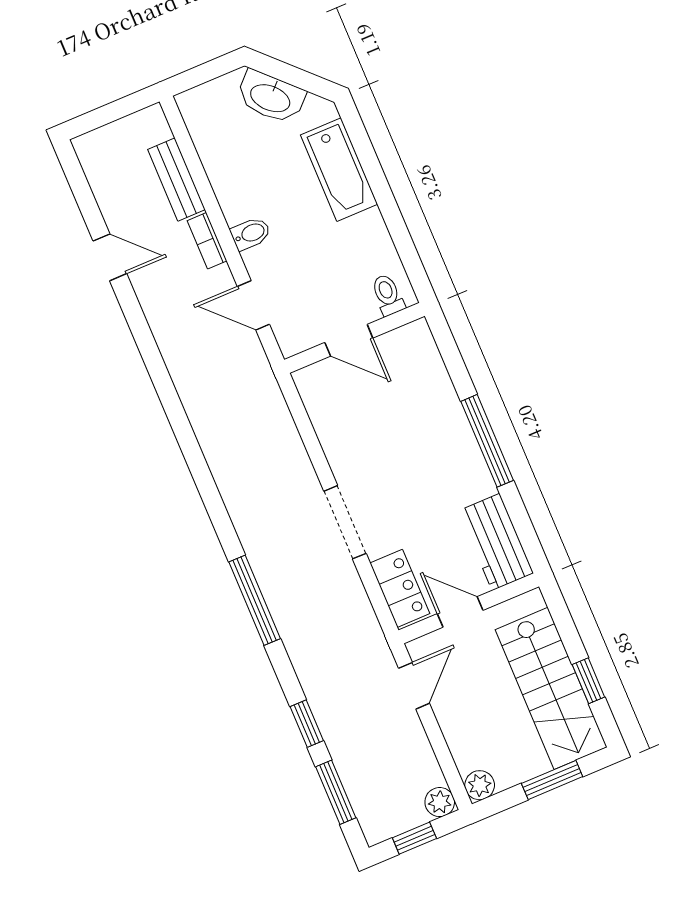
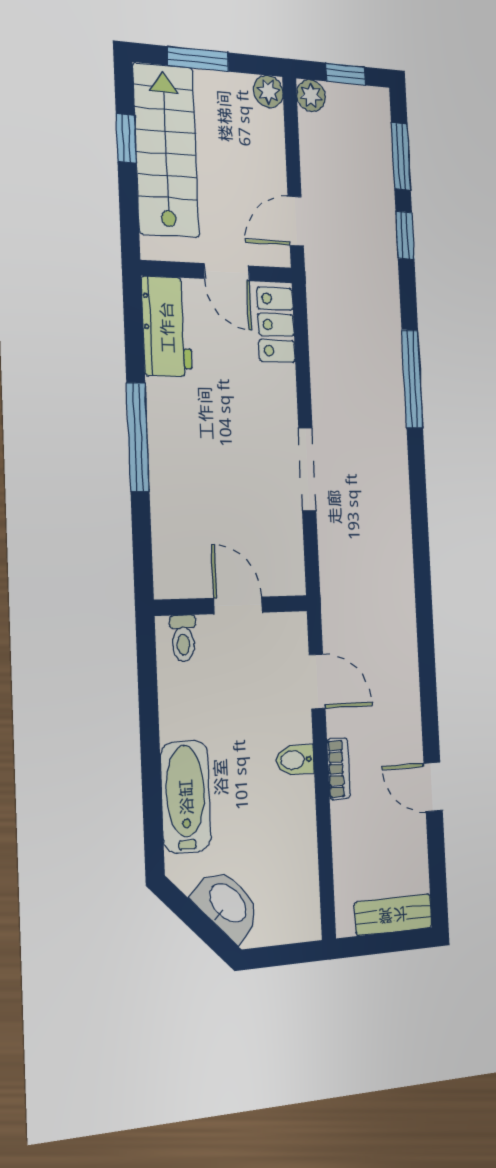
bench: (176, 180) -> (393, 915), moved, turned 90
doorway: (345, 522) -> (307, 469), moved

